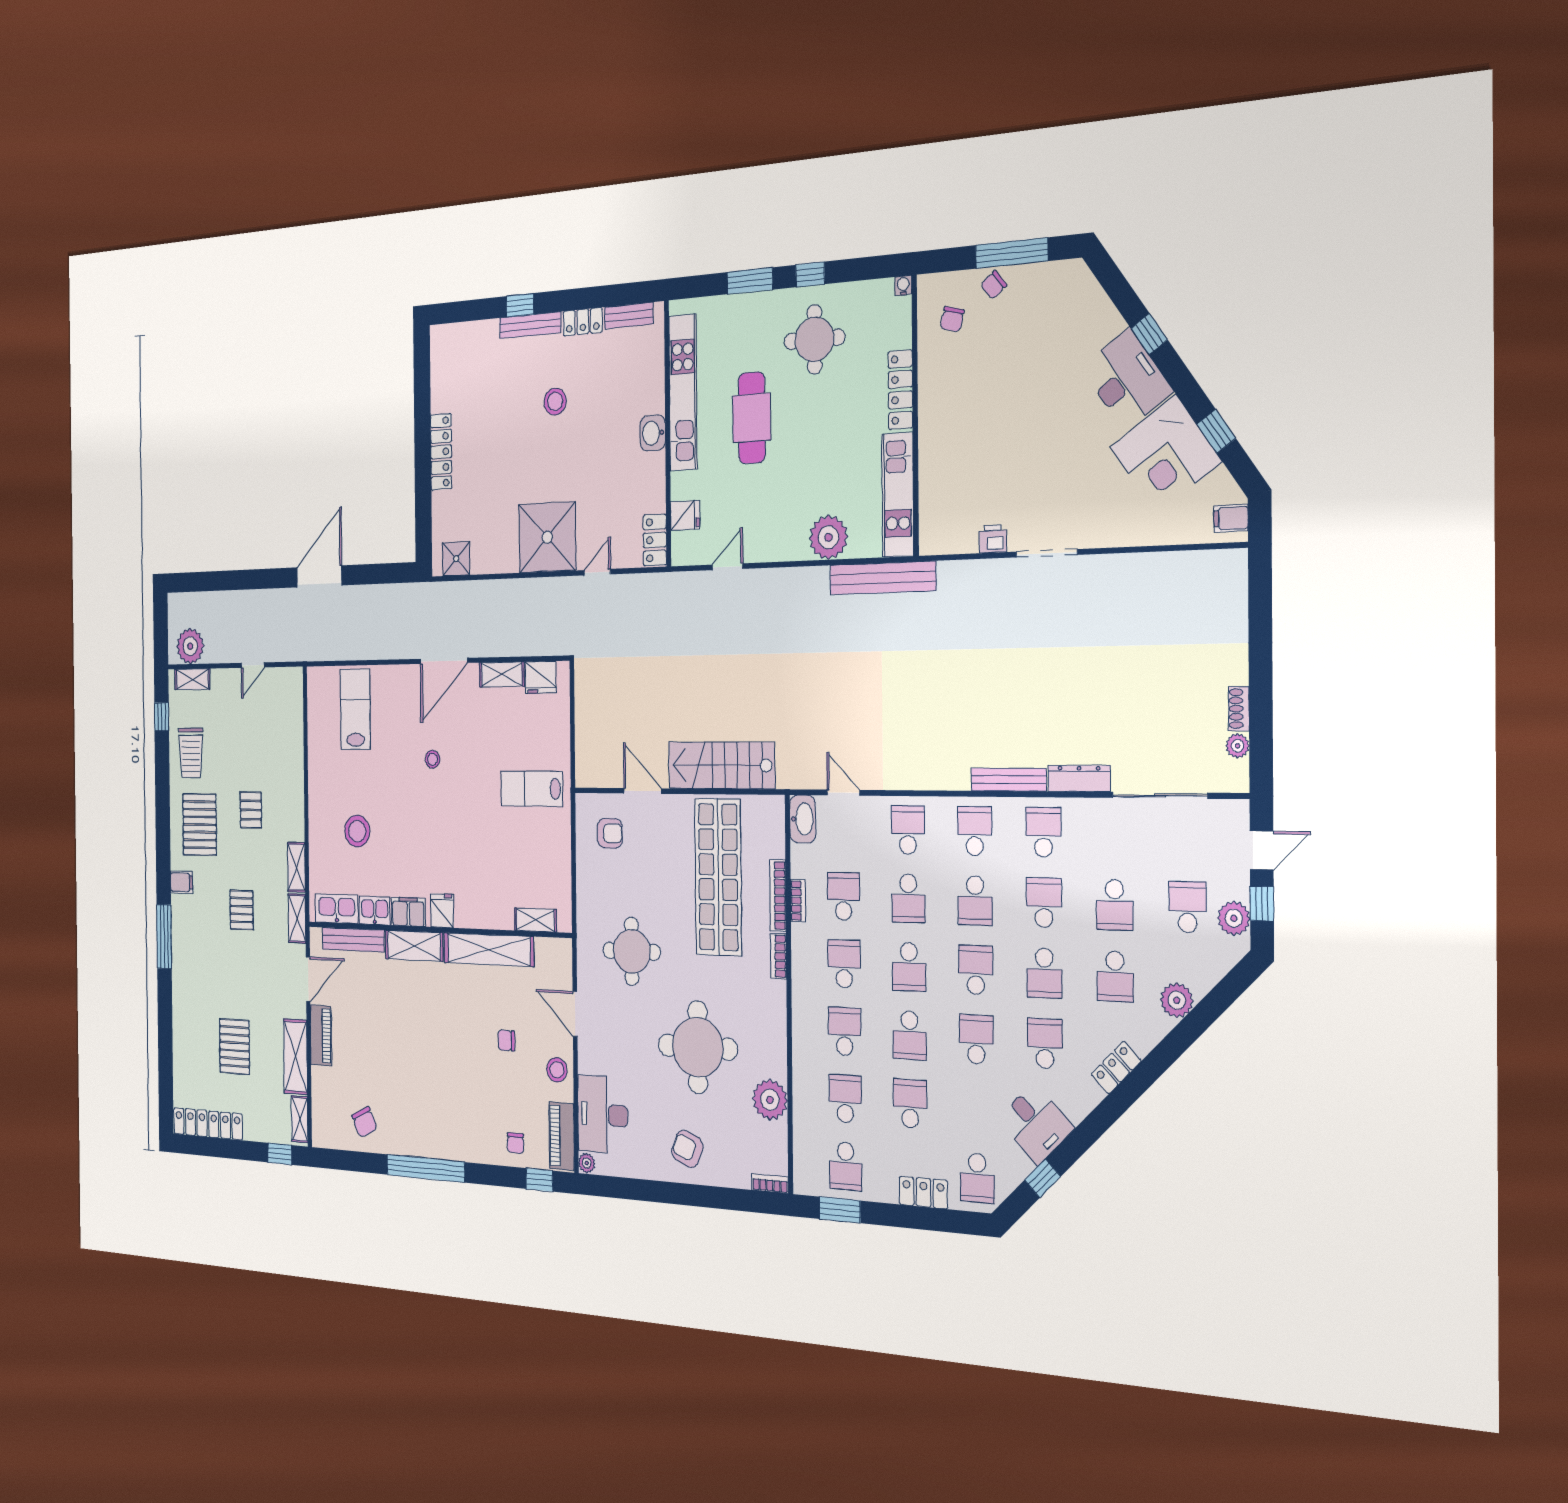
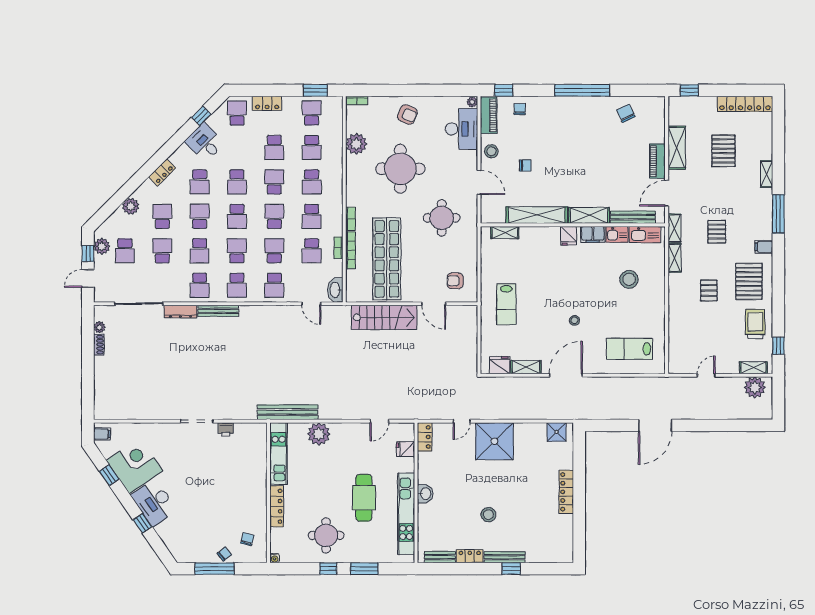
lab bench: (355, 709) -> (630, 349), turned 90
lab bench: (532, 789) -> (506, 304), turned 90
shelving: (300, 1119) -> (767, 174), moved

